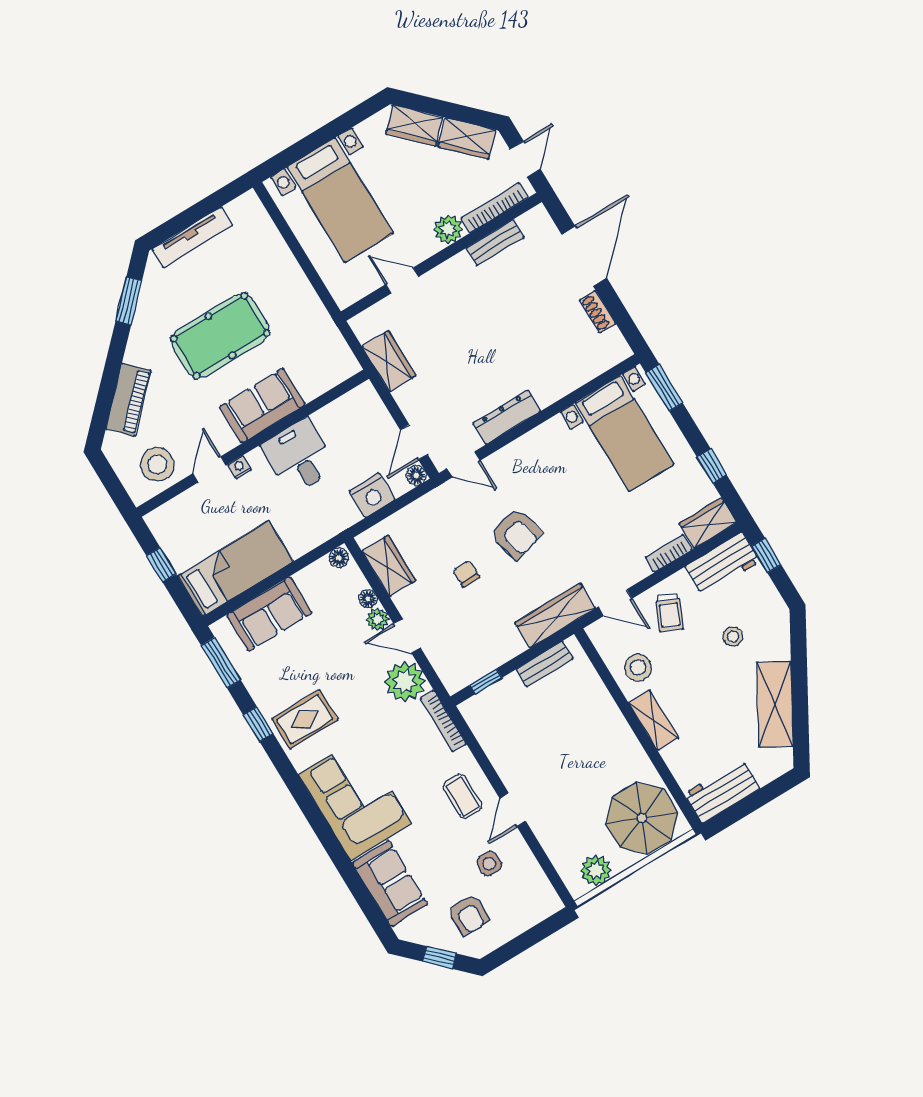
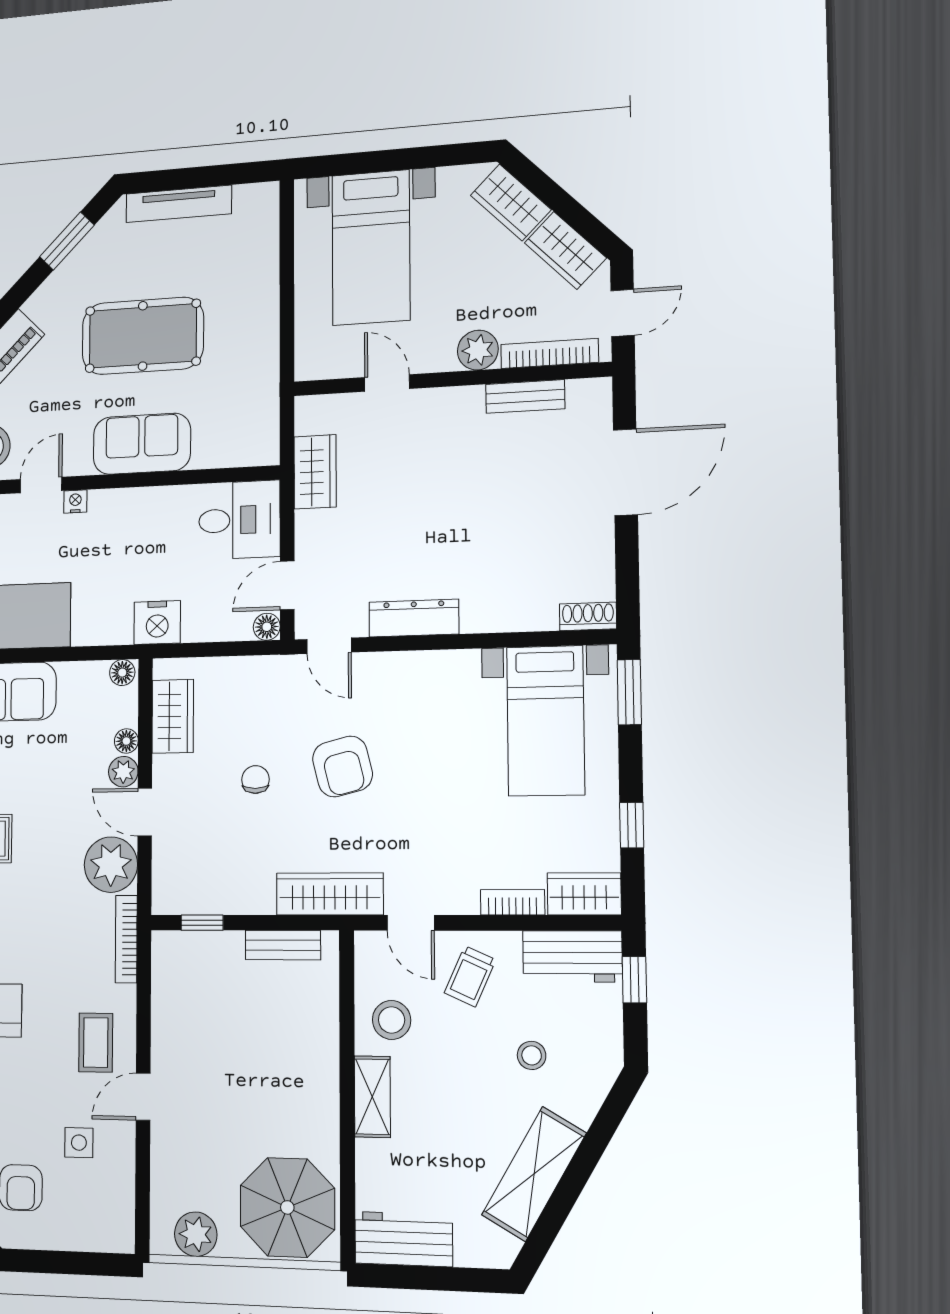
shoe rack: (598, 312) -> (588, 616), moved, turned 90
desk: (299, 457) -> (239, 520), moved, turned 90
nightstand: (372, 495) -> (157, 623), moved

